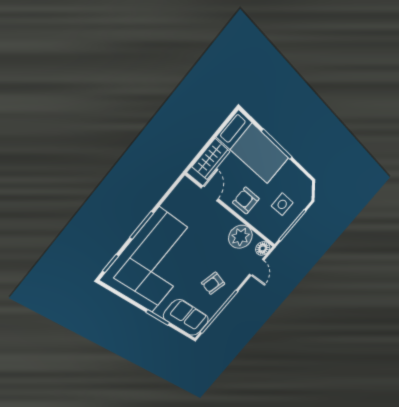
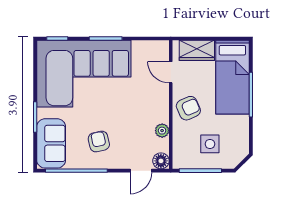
door: (210, 193) -> (171, 72), swing flipped
armchair: (246, 201) -> (188, 108), turned 66
plant: (241, 237) -> (162, 131), width x0.53, depth x0.53
armchair: (213, 283) -> (99, 142), turned 62

